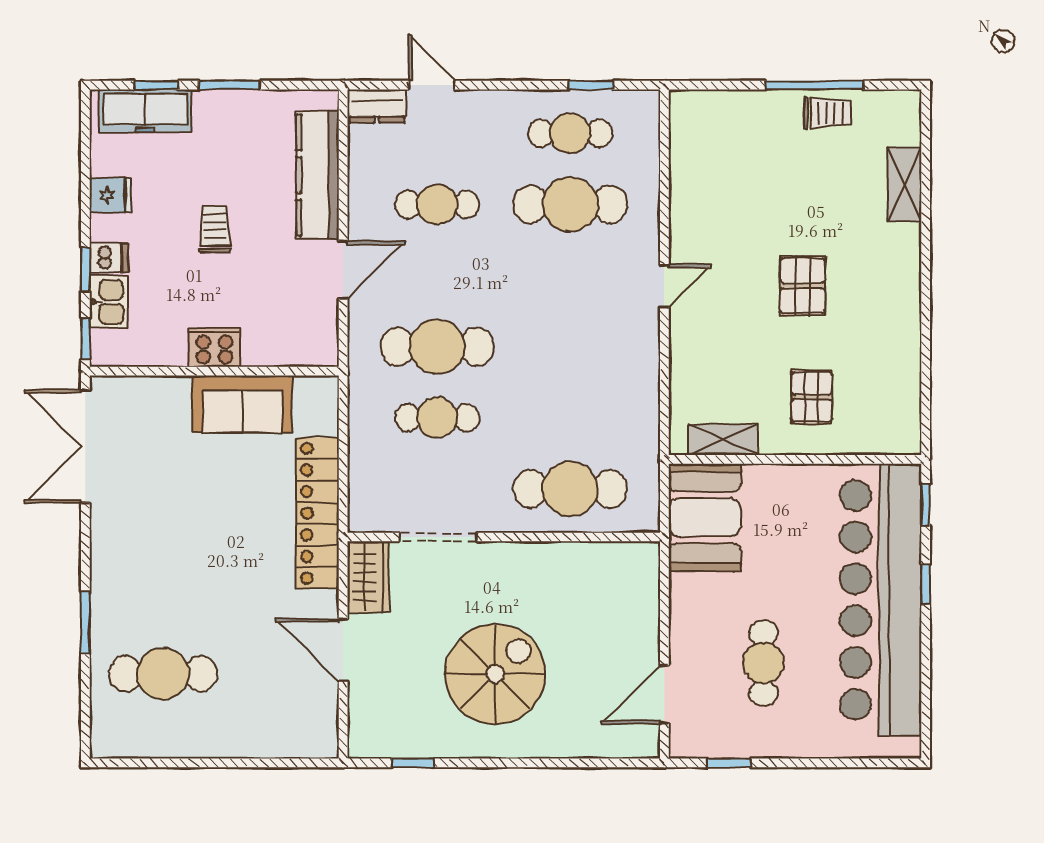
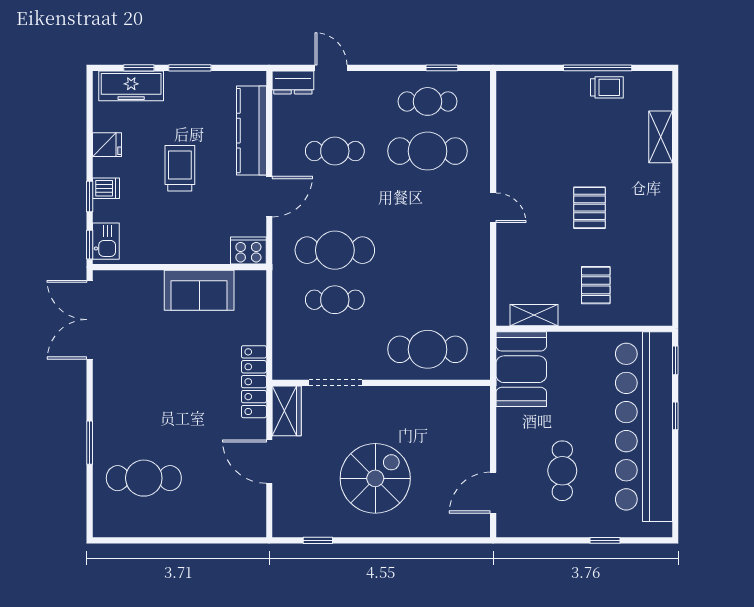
trolley: (215, 229) -> (180, 168), width x1.36, depth x1.39
door: (664, 286) -> (493, 208), hinge flipped
kitchen sink: (109, 302) -> (106, 241), moved
cooker: (214, 347) -> (248, 251), moved
locker: (317, 513) -> (254, 382), width x0.71, depth x0.83
window: (729, 763) -> (605, 540), moved

